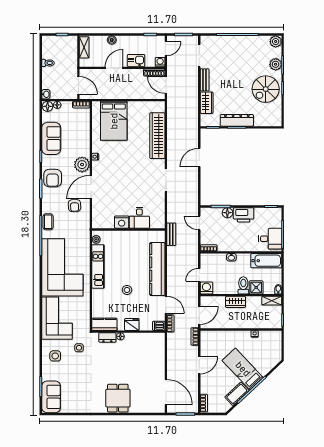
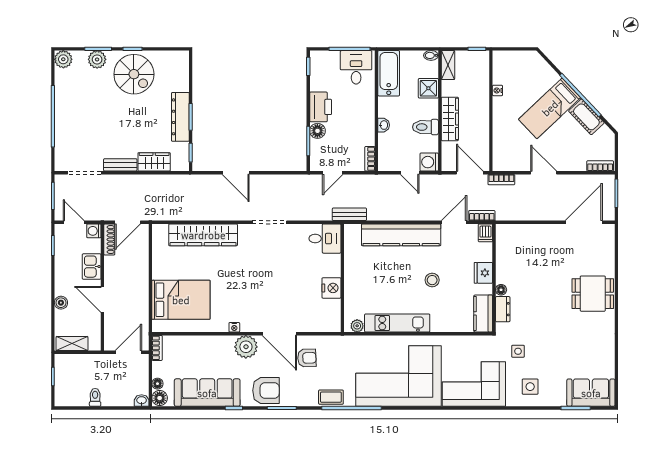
sofa: (51, 138) -> (207, 393), width x1.36
desk: (139, 218) -> (325, 239), moved
toilet: (243, 285) -> (425, 127), moved
wardrobe: (235, 302) -> (450, 119), width x1.50

